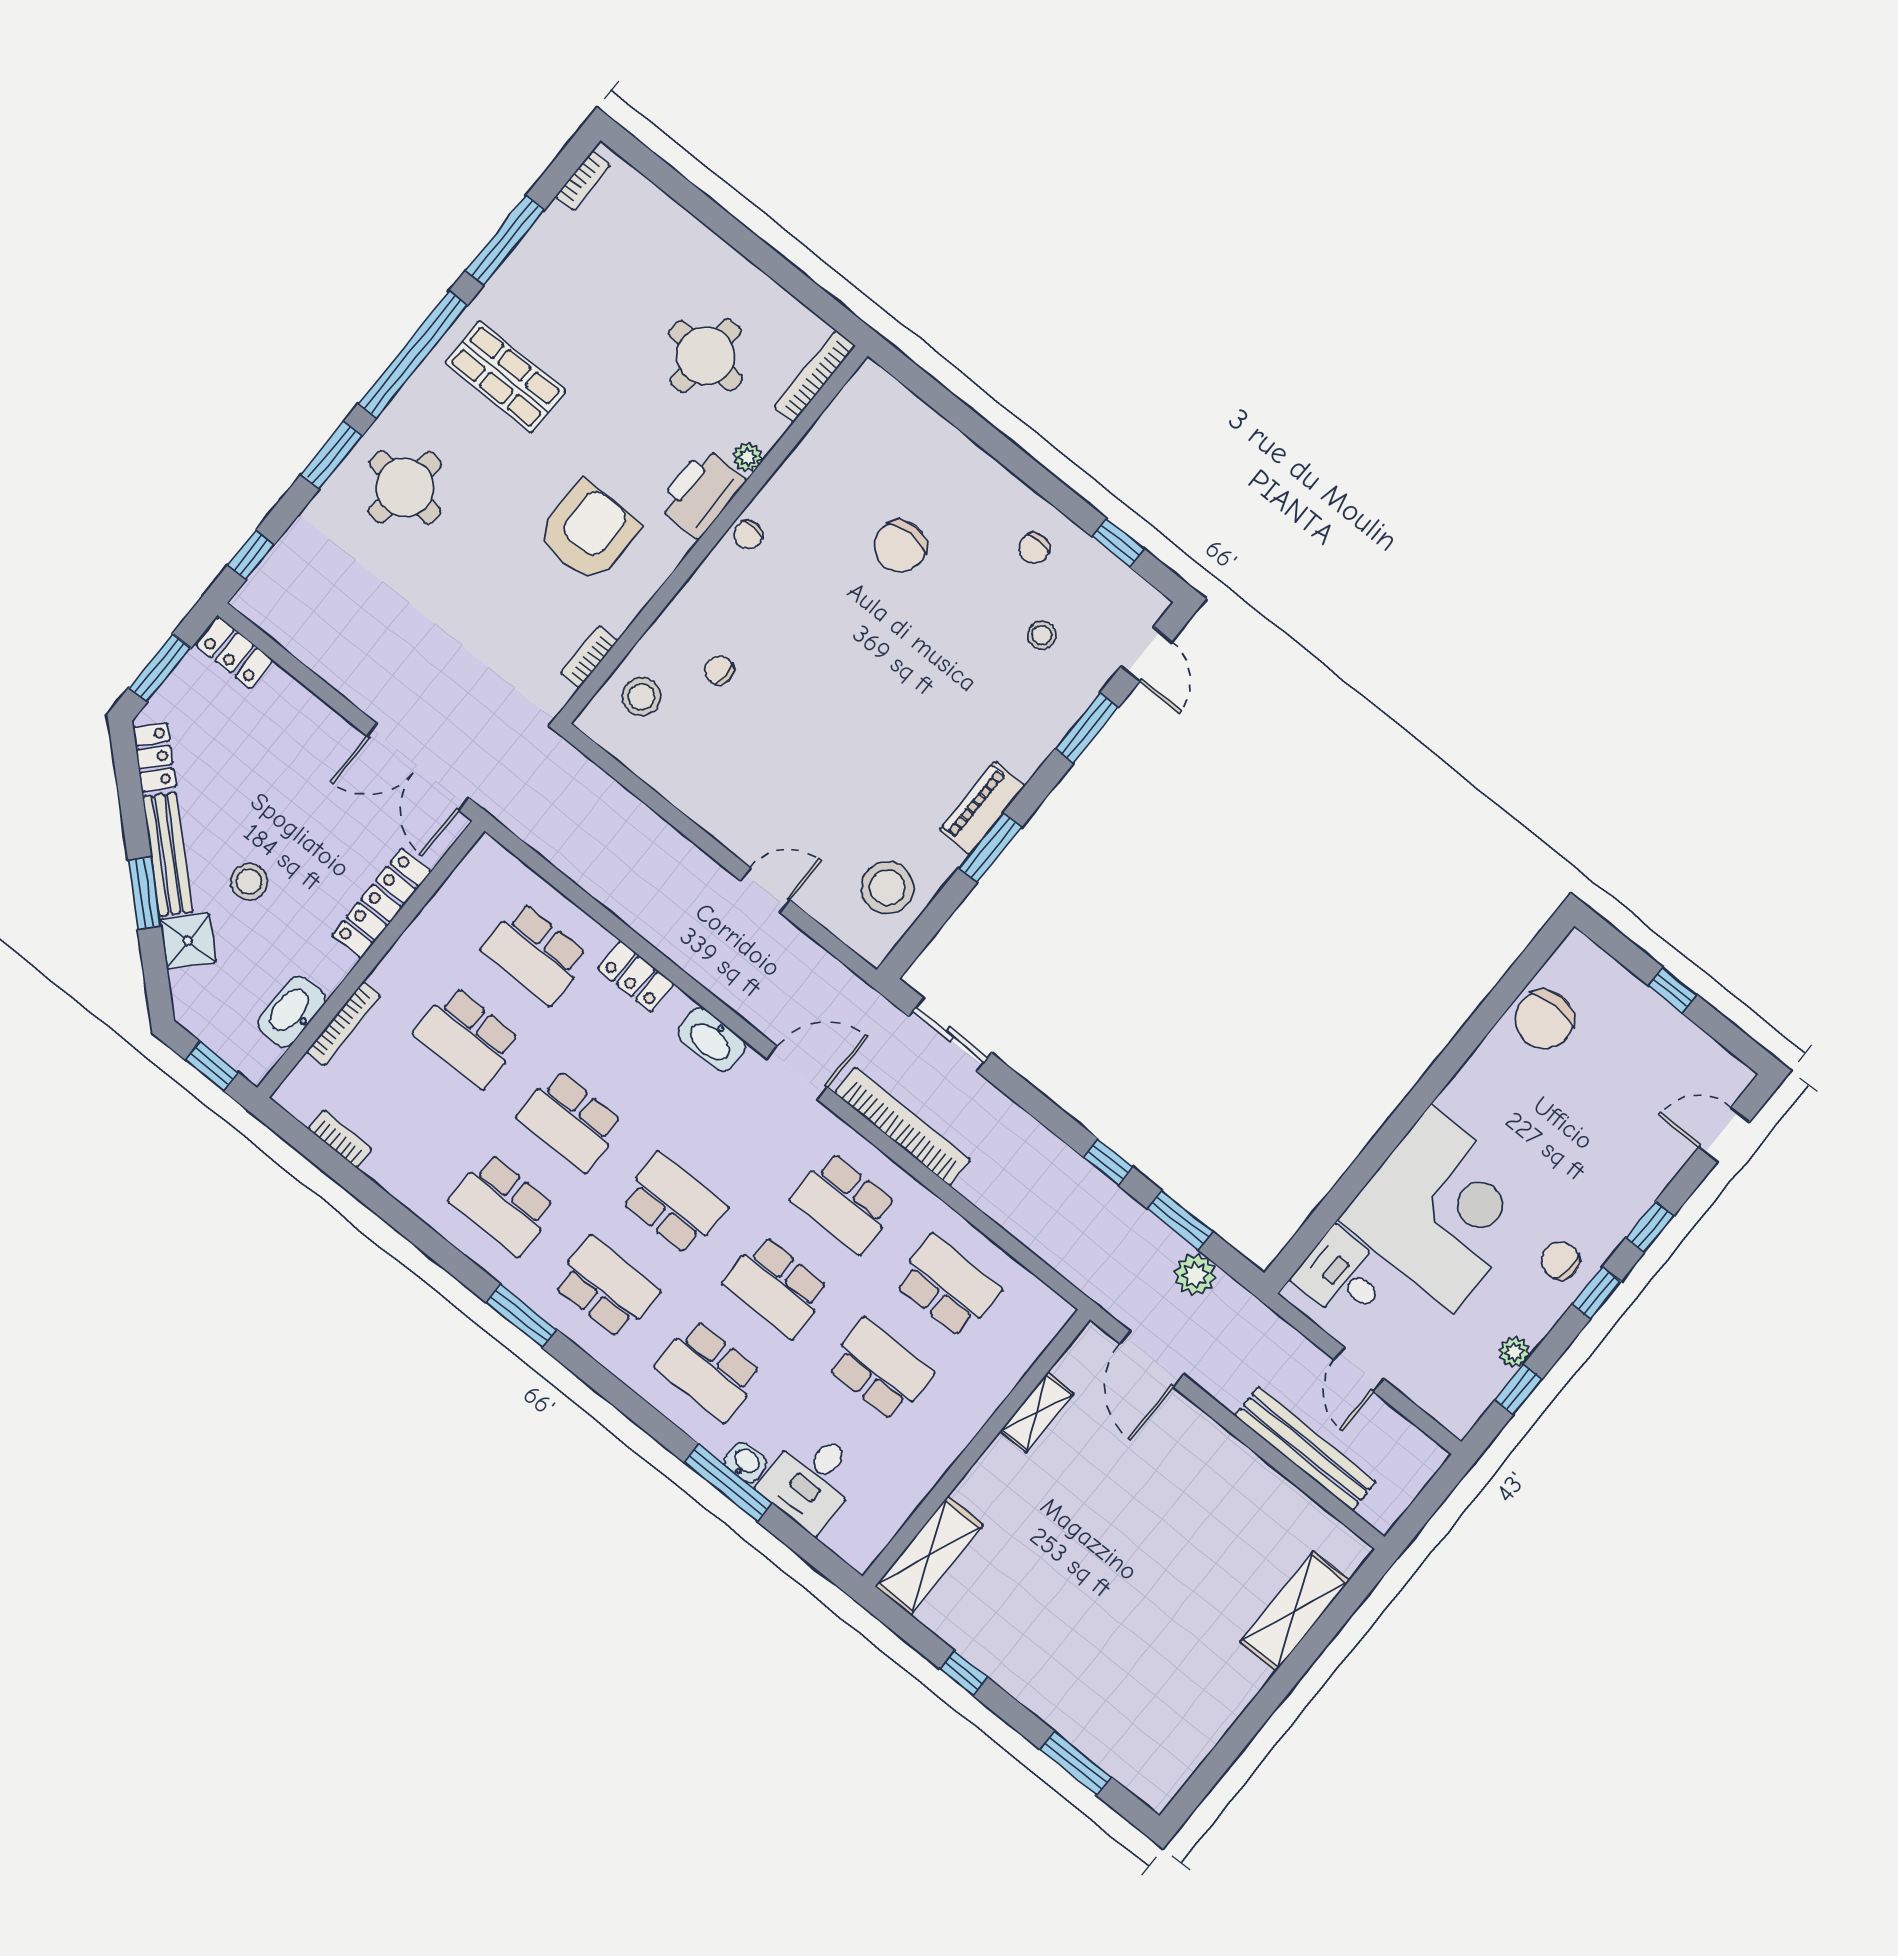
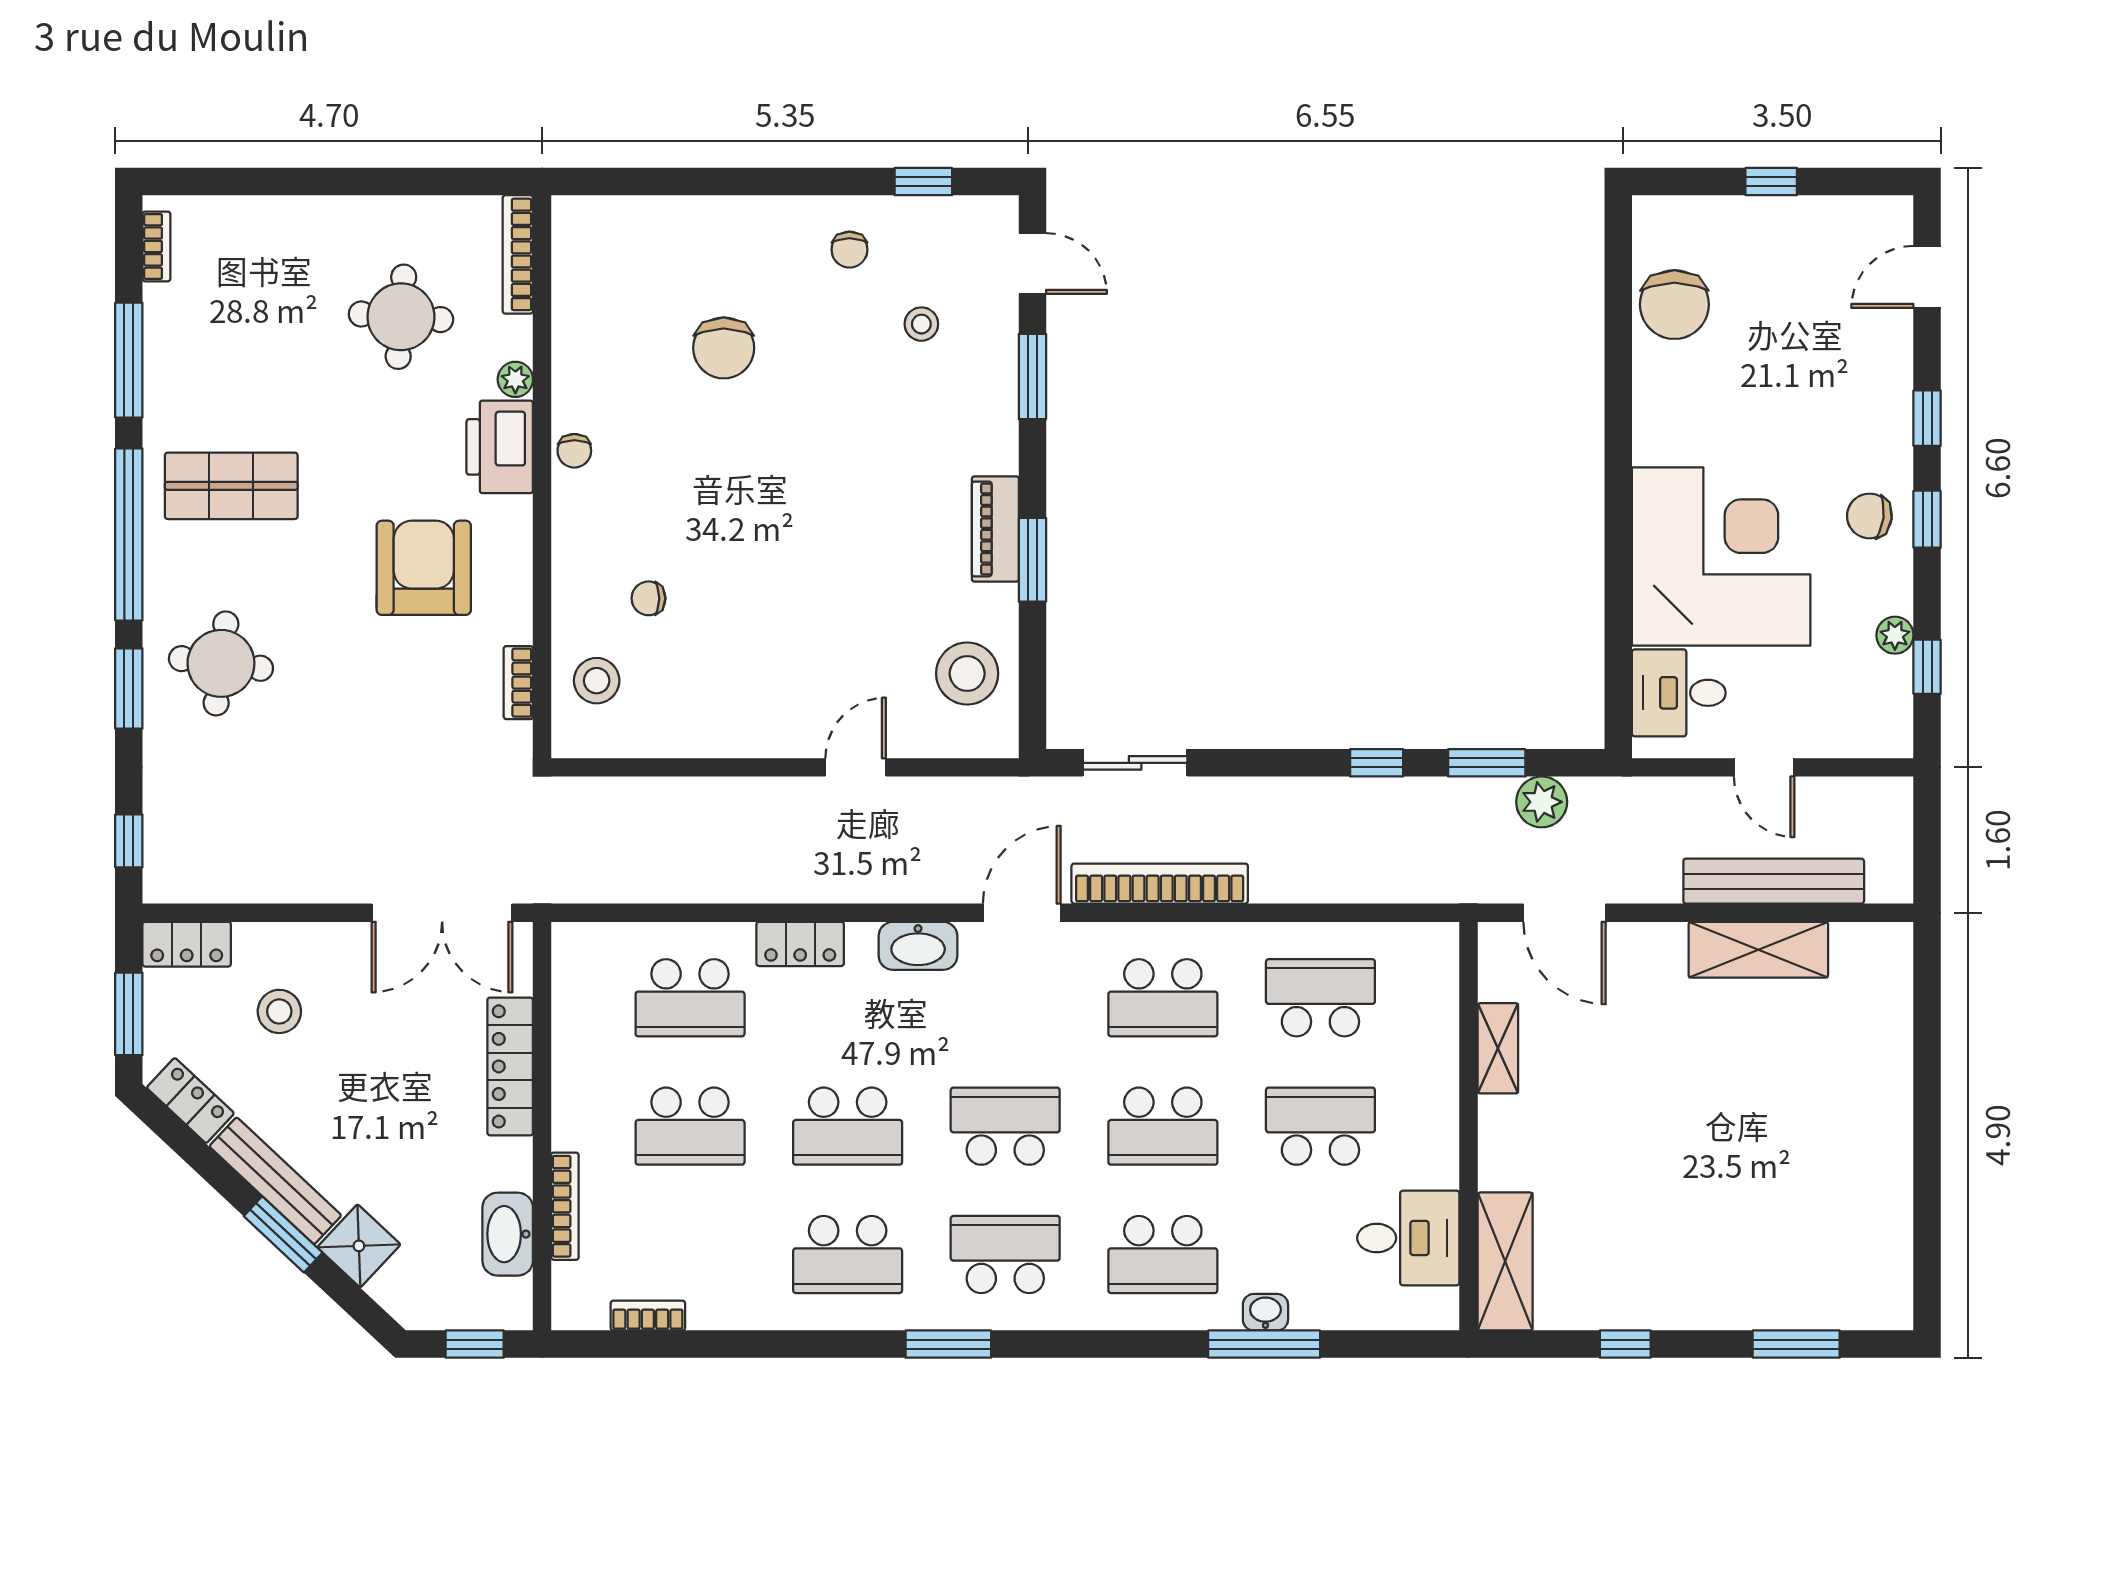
stool: (249, 882) -> (279, 1011), moved
desk: (811, 1480) -> (1408, 1238), moved, turned -90
shelving: (1295, 1611) -> (1758, 950), moved, turned 90

